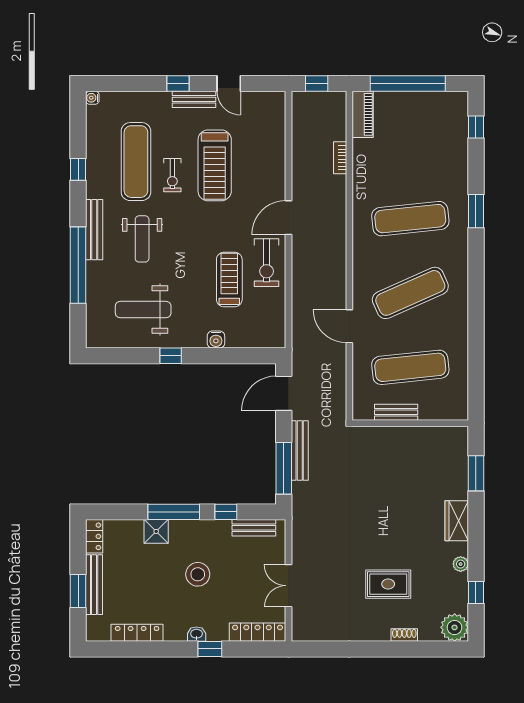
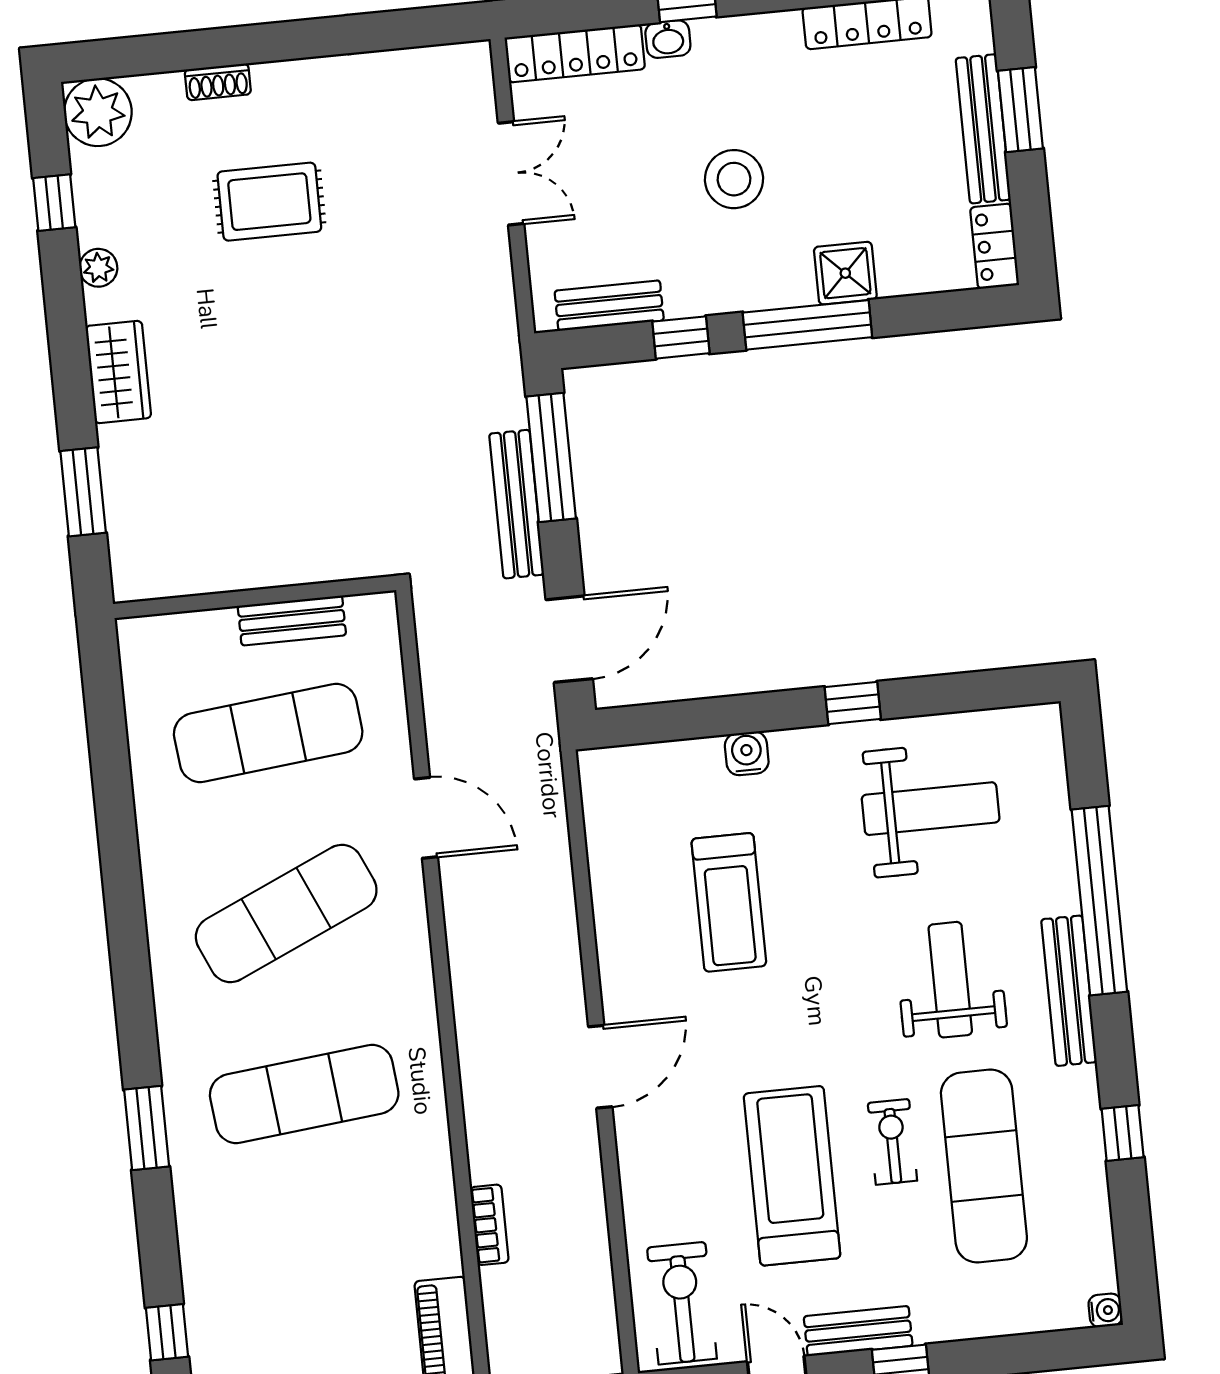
exercise bike: (267, 263) -> (682, 1303), moved
washbasin: (197, 634) -> (668, 39), moved

